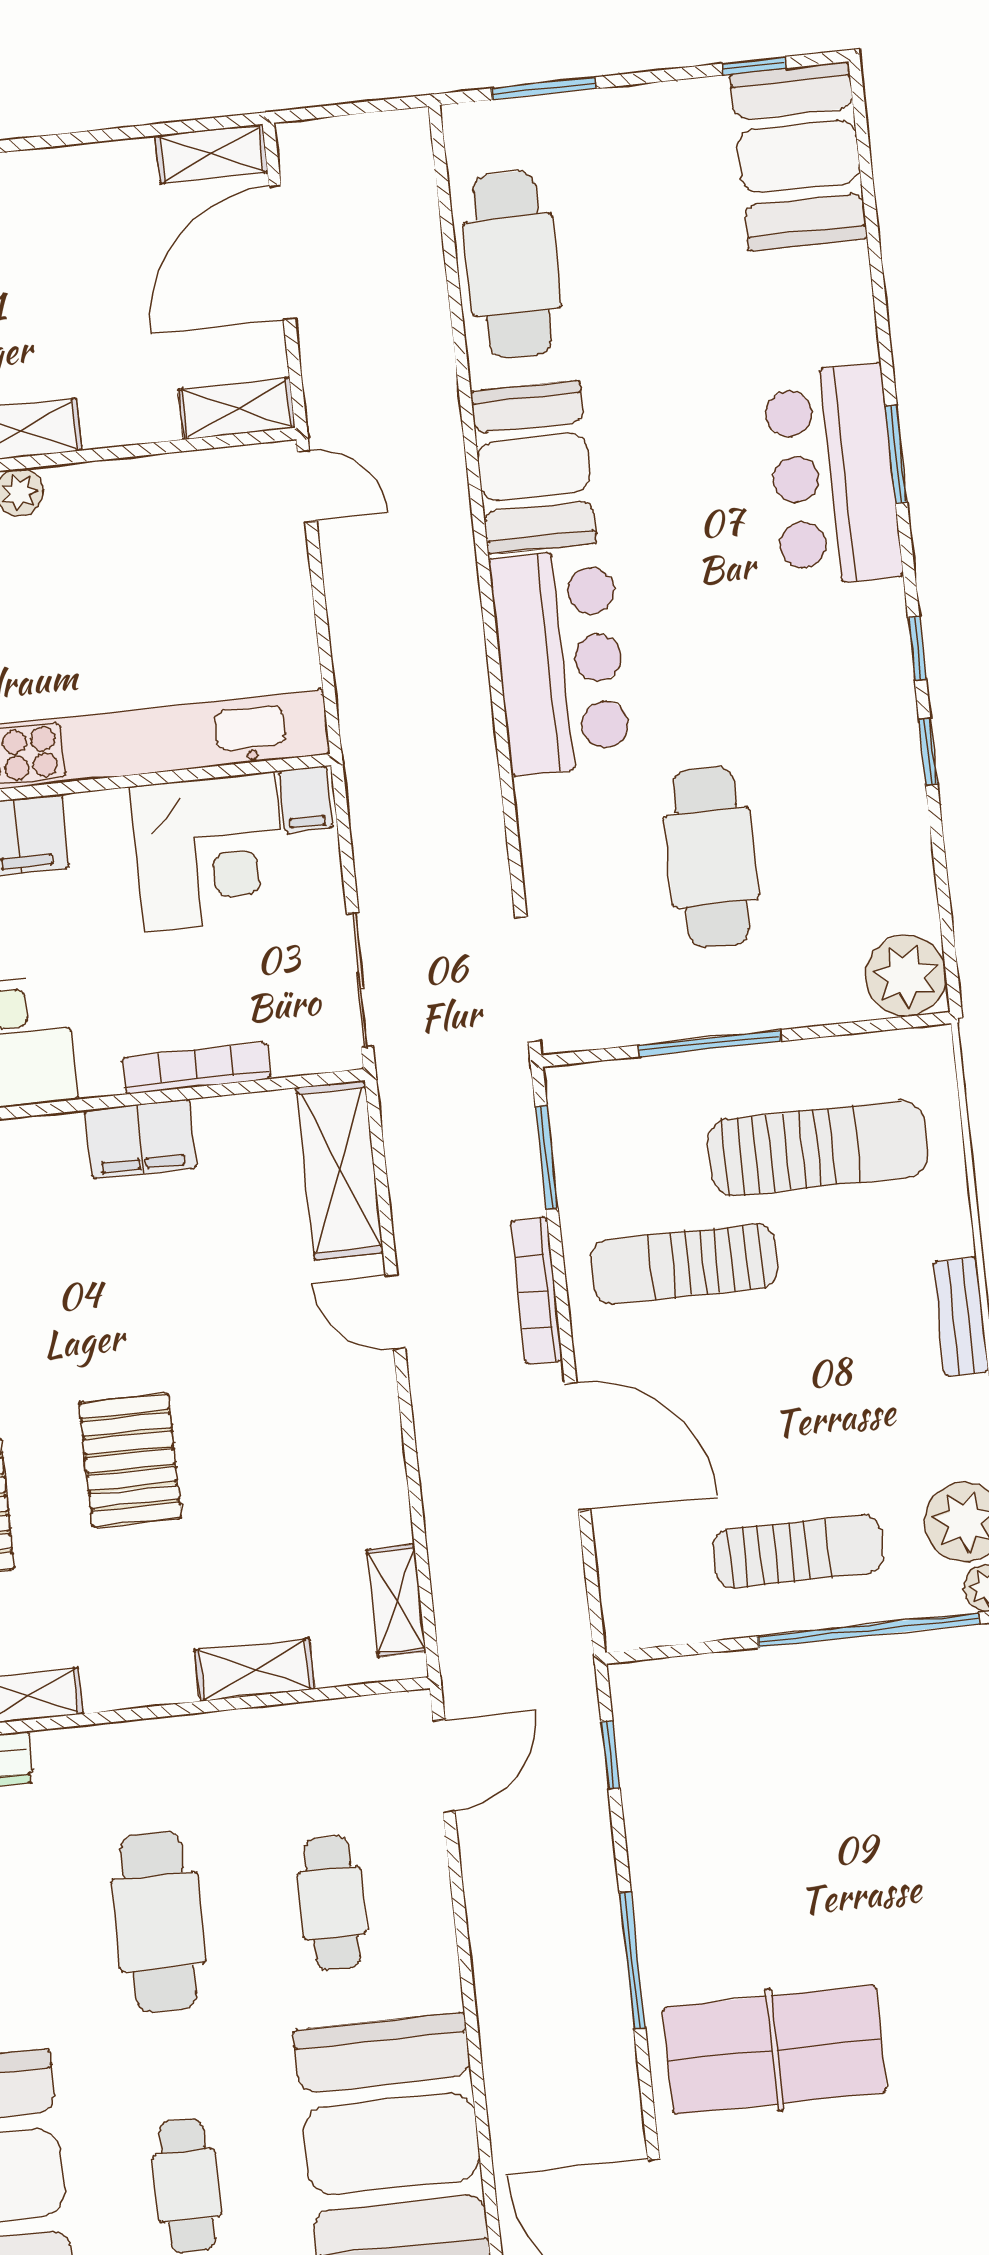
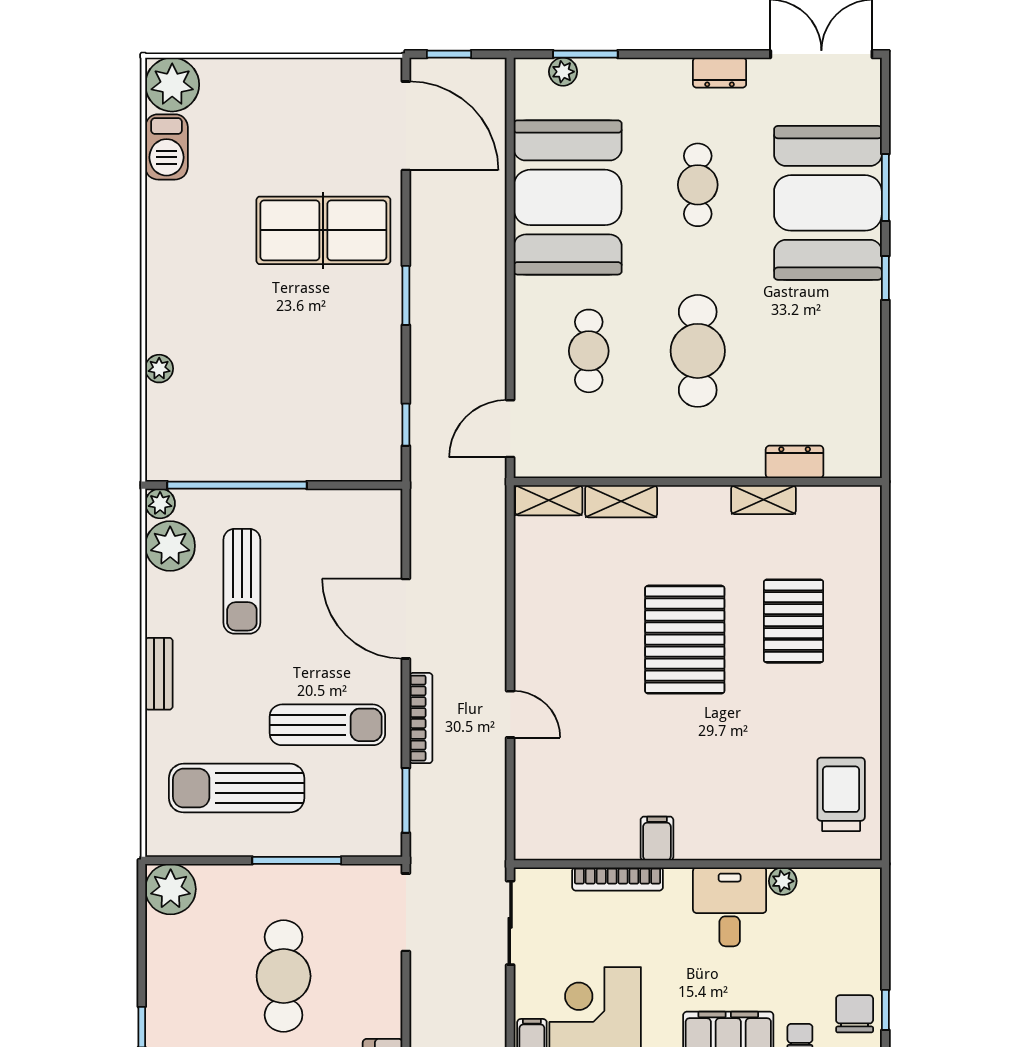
filing cabinet: (141, 1139) -> (657, 838), width x0.50
shelving: (340, 1170) -> (535, 806), removed
pallet: (130, 1460) -> (685, 640), width x1.37, depth x1.41
sun lounger: (798, 1551) -> (242, 581), moved, turned -90
shelving: (396, 1601) -> (549, 500), moved, turned 90
window: (632, 1960) -> (406, 295), width x0.69

